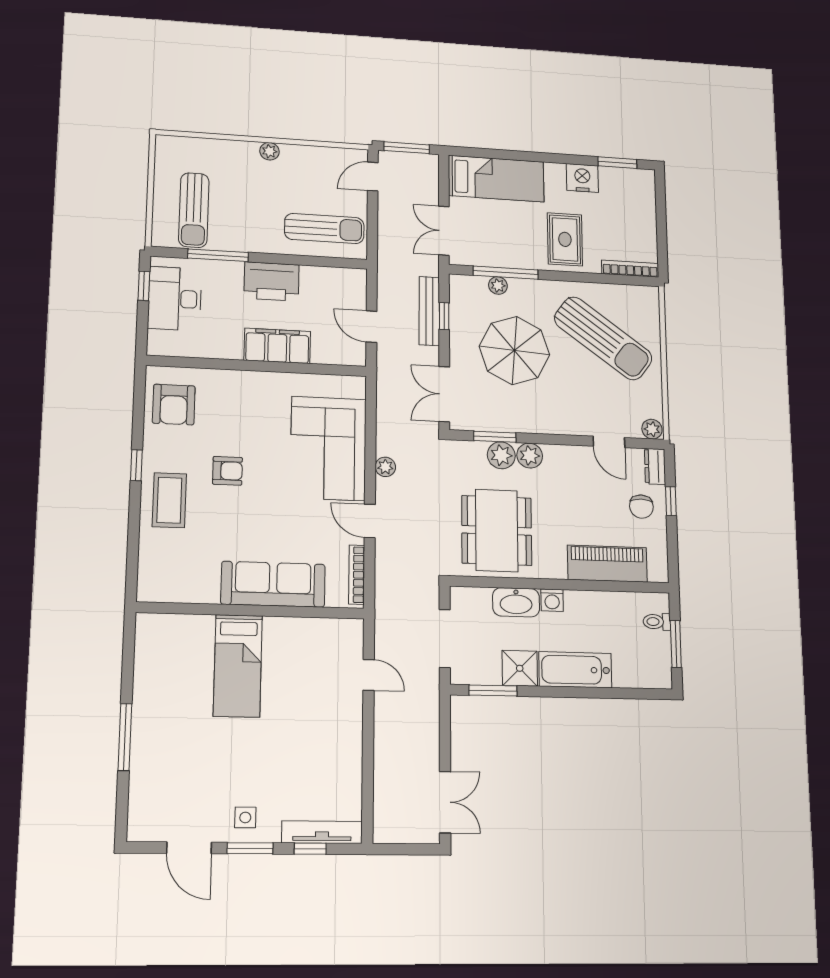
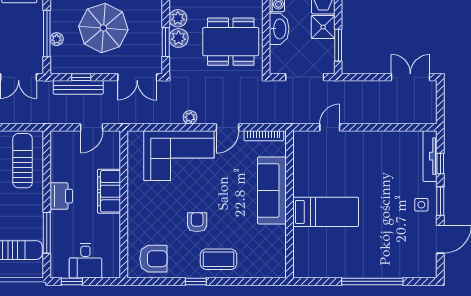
printer: (272, 281) -> (61, 196), width x0.73, depth x0.84
desk: (175, 299) -> (85, 261), width x0.73
window: (125, 737) -> (372, 281), width x1.46

